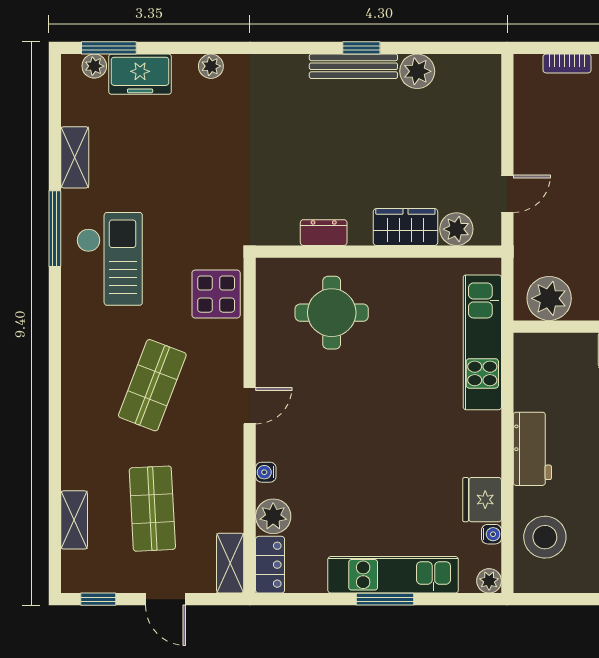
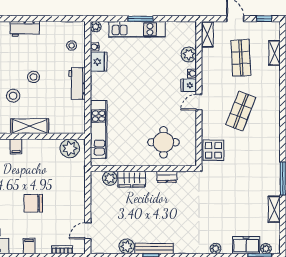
door: (507, 194) -> (88, 231), moved
checkout: (109, 259) -> (259, 165), removed
fridge: (273, 445) -> (189, 85), added
stool: (545, 537) -> (72, 45), width x0.53, depth x0.53
locker: (270, 565) -> (190, 34), removed

